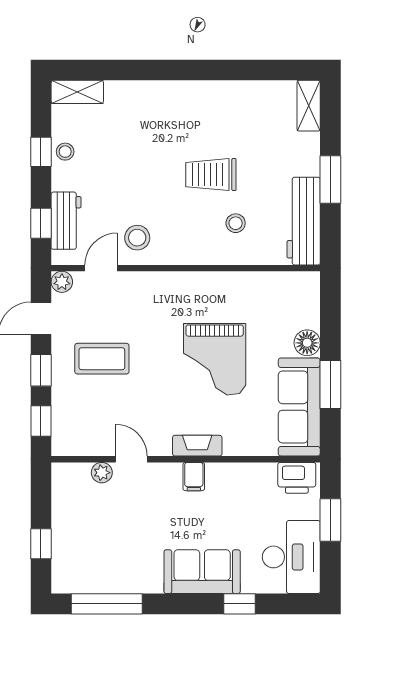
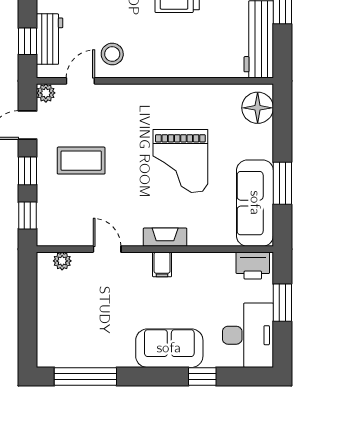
stool: (236, 223) -> (199, 41), removed
floor lamp: (307, 343) -> (258, 108), moved, width x1.38, depth x1.38
plant: (102, 473) -> (62, 261), moved
window: (41, 544) -> (27, 324), removed

